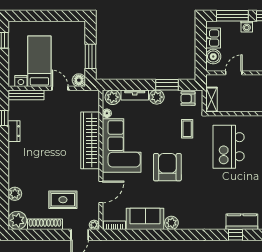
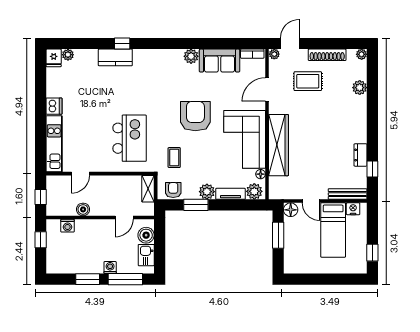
armchair: (188, 99) -> (173, 190), turned -90
armchair: (167, 167) -> (195, 116), turned 180
plant: (17, 220) -> (362, 54), width x0.53, depth x0.53

